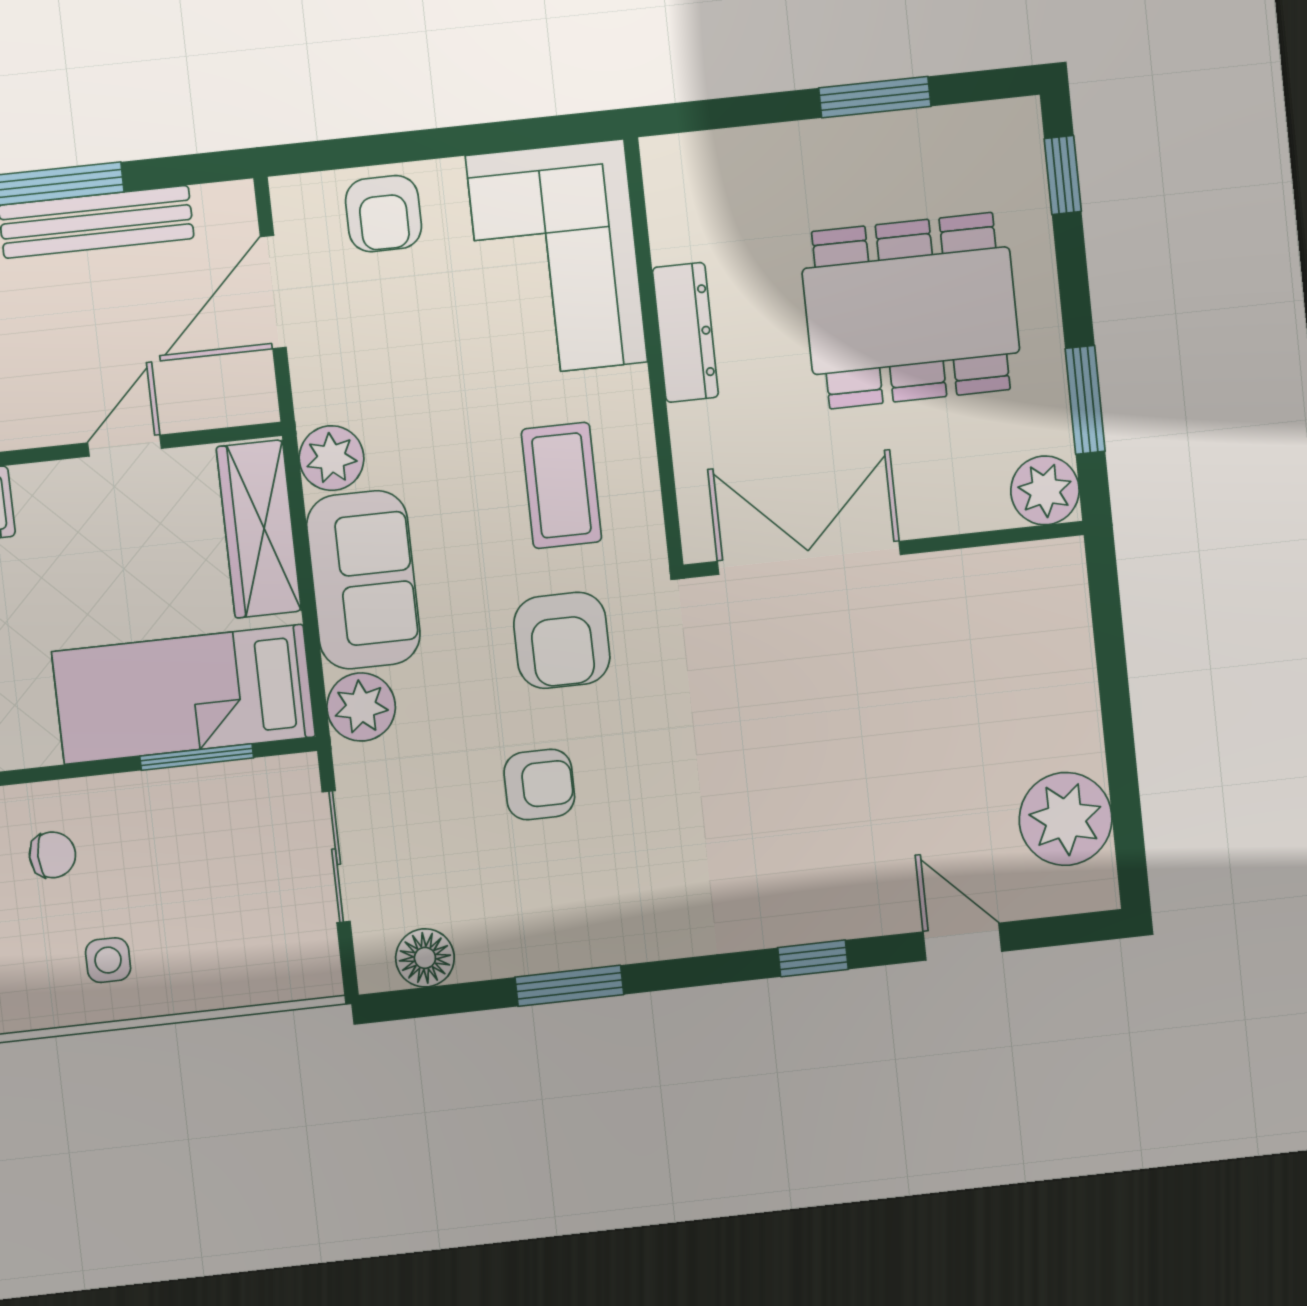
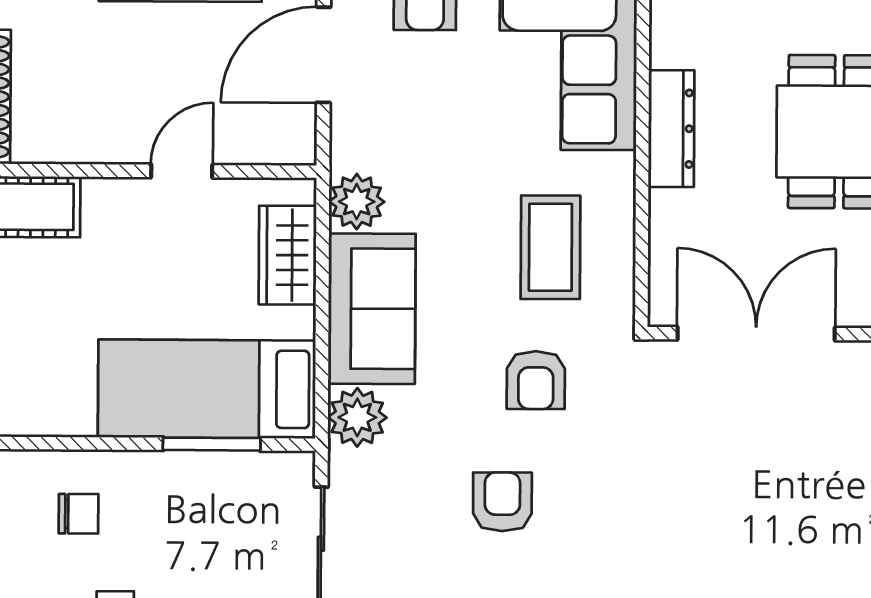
wardrobe: (259, 529) -> (288, 255), width x0.67
armchair: (562, 640) -> (536, 380), width x0.72, depth x0.72
armchair: (539, 785) -> (502, 502), turned -90

